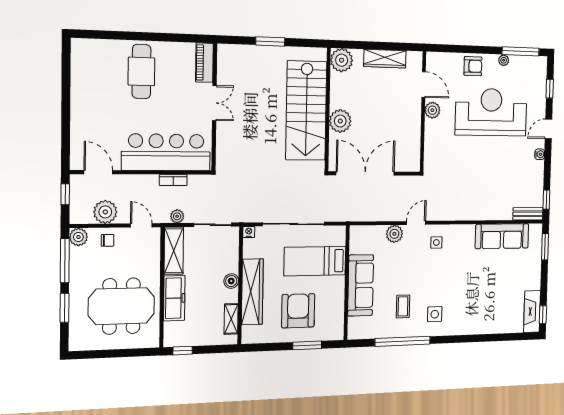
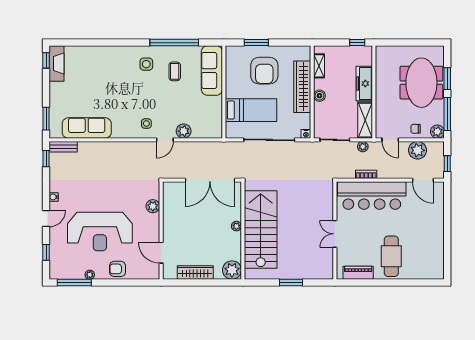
piano: (204, 63) -> (358, 273), moved, turned -90
plant: (432, 110) -> (153, 206), moved
plant: (340, 121) -> (236, 226), width x0.53, depth x0.53
sofa: (361, 285) -> (212, 71), moved
meeting table: (121, 306) -> (421, 83), moved, turned 90

